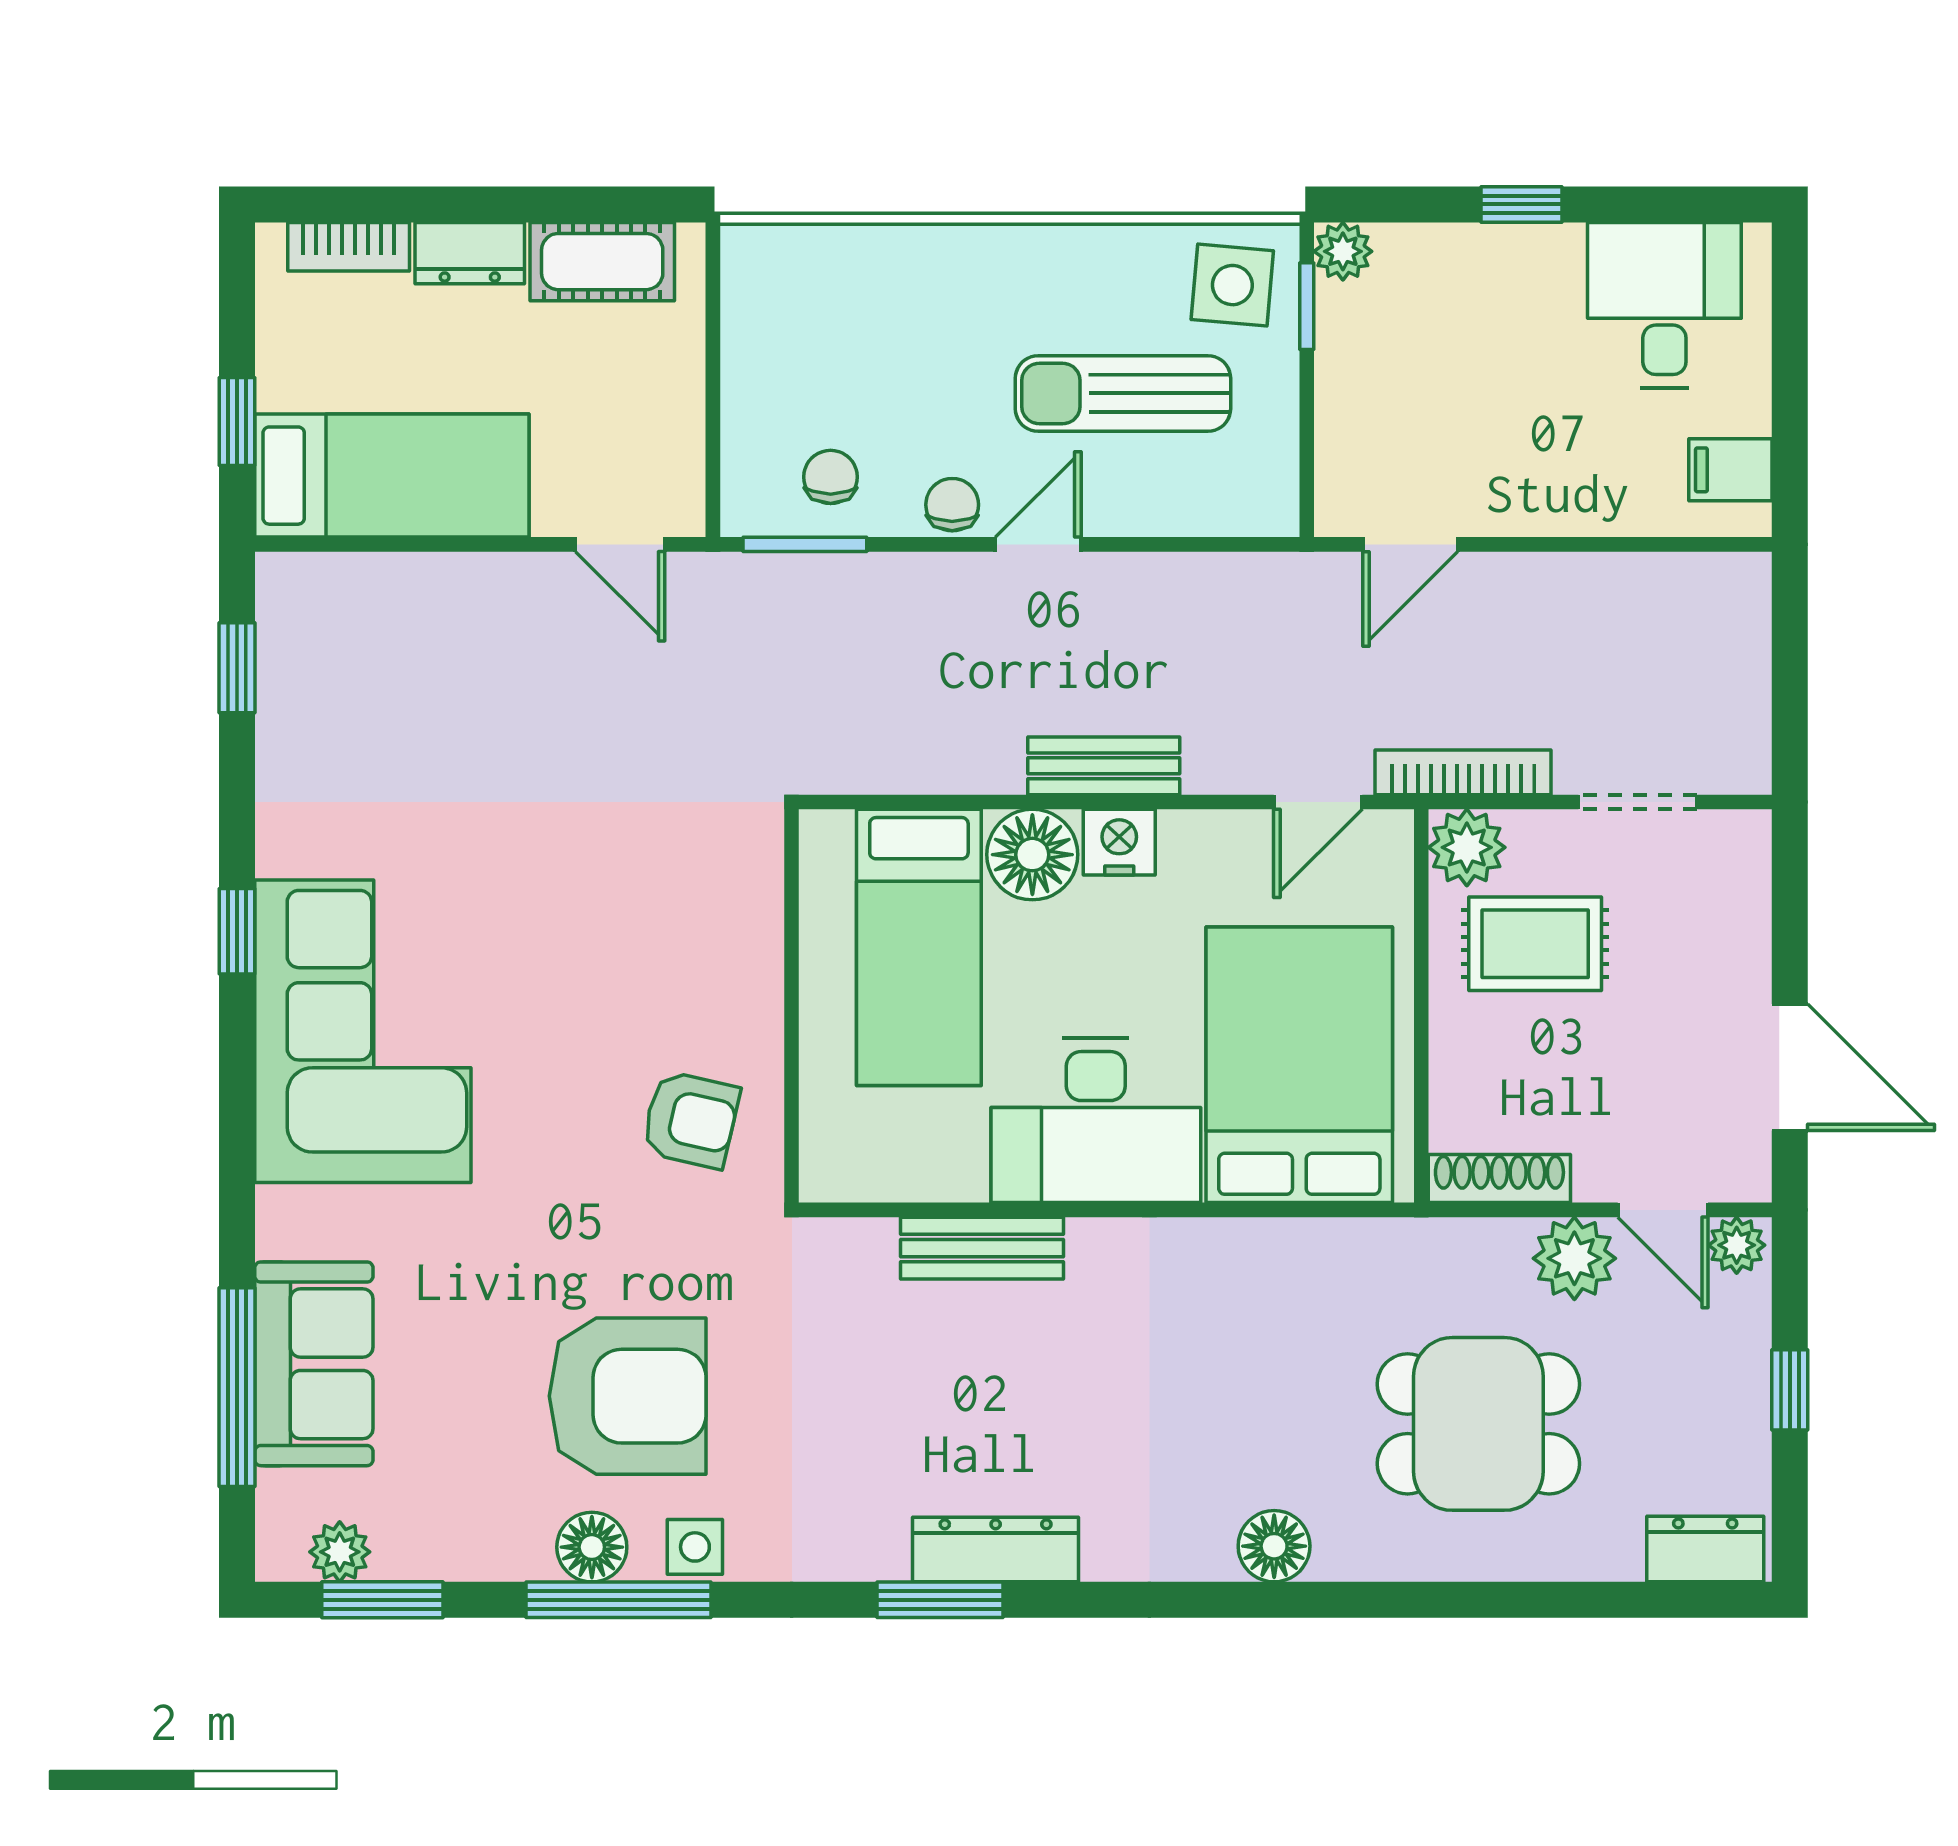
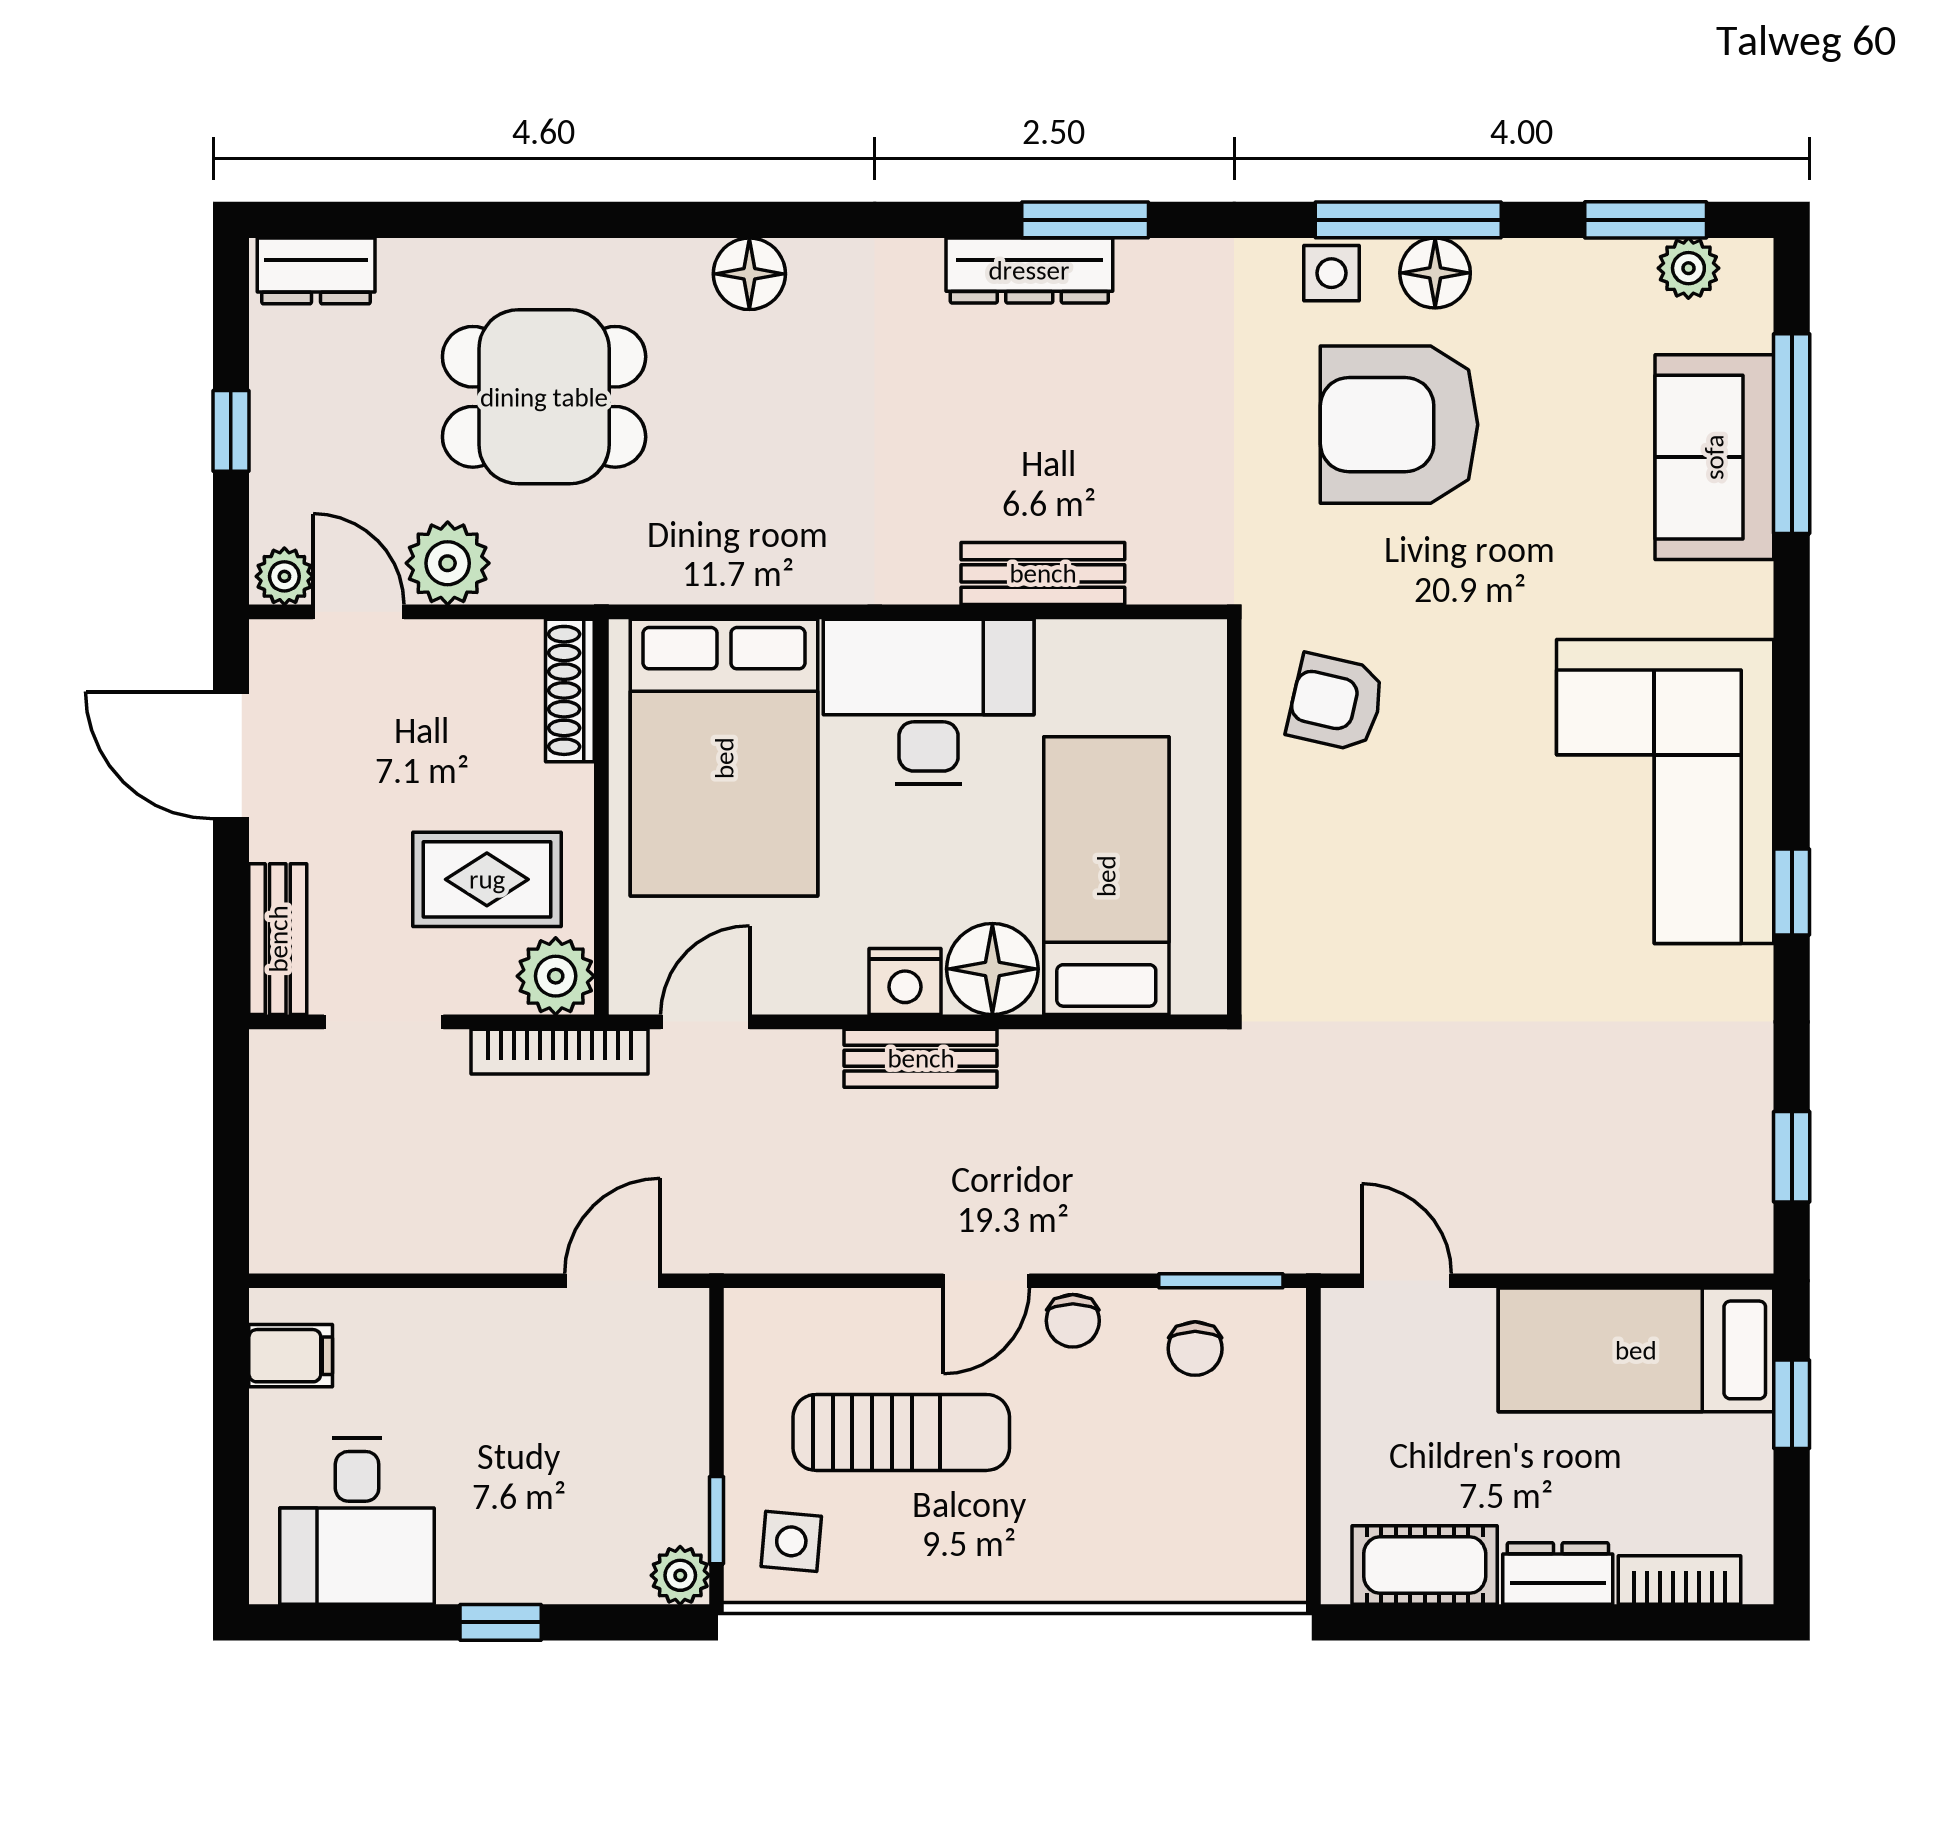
side table: (1232, 285) -> (791, 1541), width x0.73, depth x0.73
bench: (1743, 884) -> (278, 939), added
shoe rack: (1499, 1179) -> (570, 690), moved, turned 90

